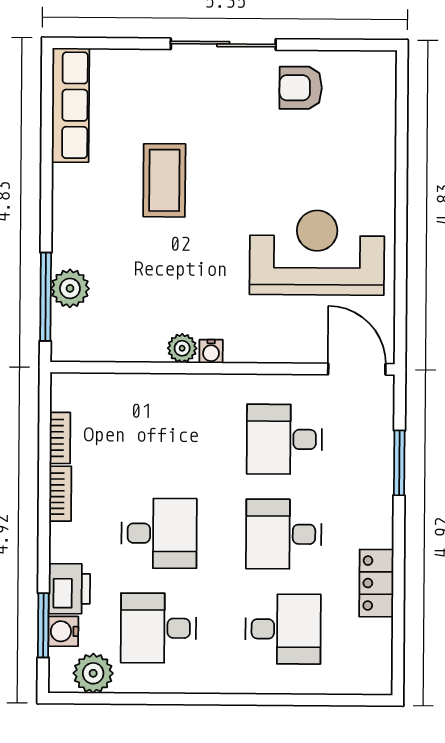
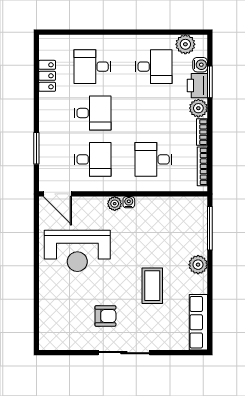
armchair: (301, 88) -> (105, 316), moved
plant: (70, 288) -> (198, 265), moved
plant: (182, 348) -> (115, 204), moved
bookcase: (60, 438) -> (202, 166), width x1.56
desk: (159, 533) -> (154, 159), moved
plant: (68, 542) -> (198, 108), added
locker: (376, 583) -> (47, 76), moved
window: (43, 625) -> (210, 82), moved

